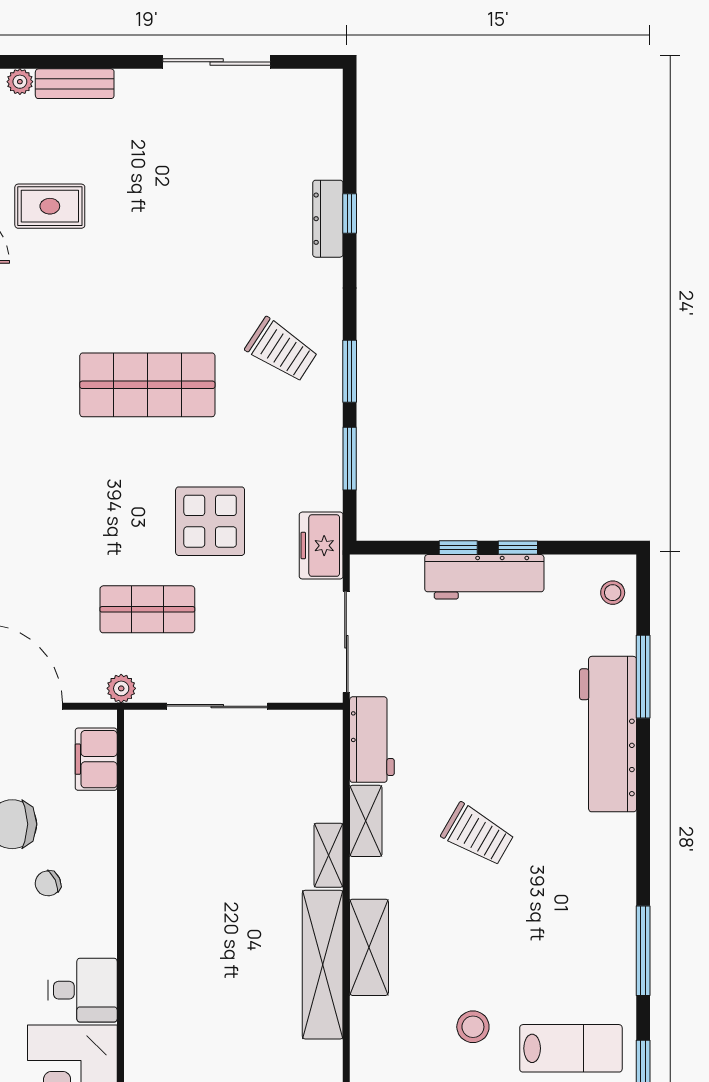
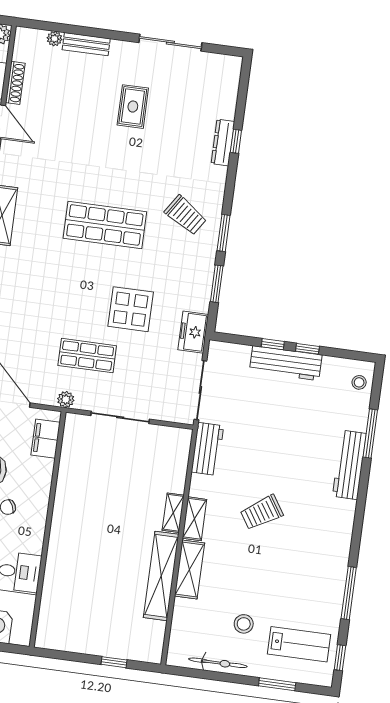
rug: (50, 206) -> (133, 107), moved, turned 90
workbench: (608, 734) -> (349, 465), width x0.73, depth x0.76
shelving: (366, 821) -> (194, 519), moved
trolley: (478, 834) -> (262, 512), turned 117

